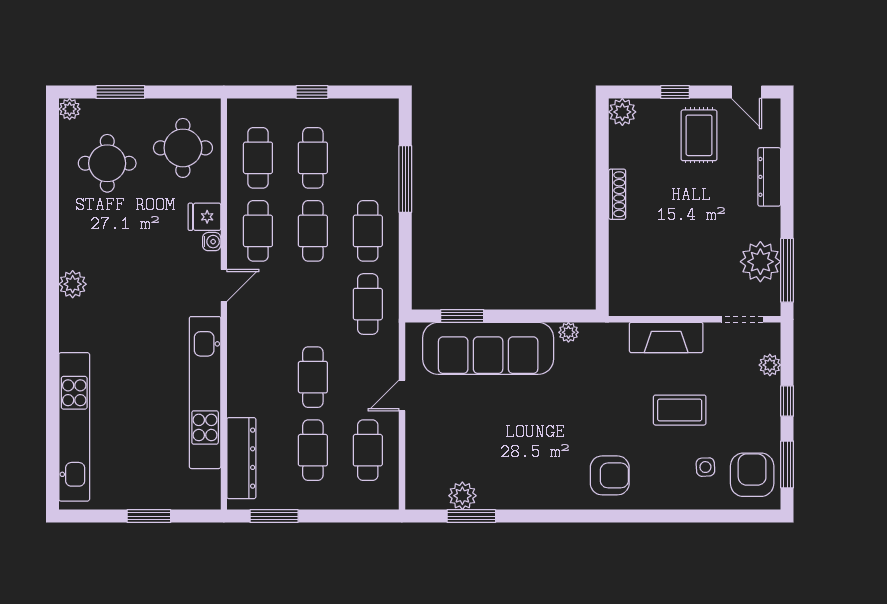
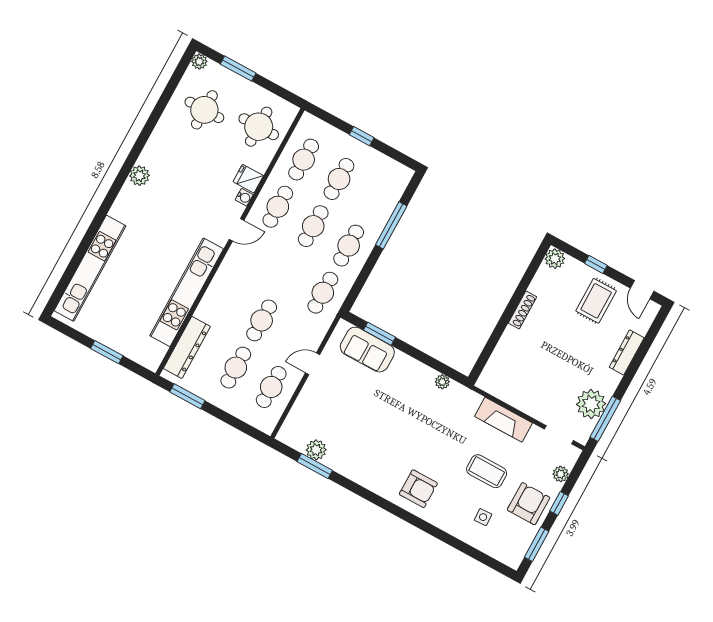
sofa: (488, 348) -> (367, 350), width x0.54, depth x0.79
armchair: (752, 475) -> (529, 504), moved

